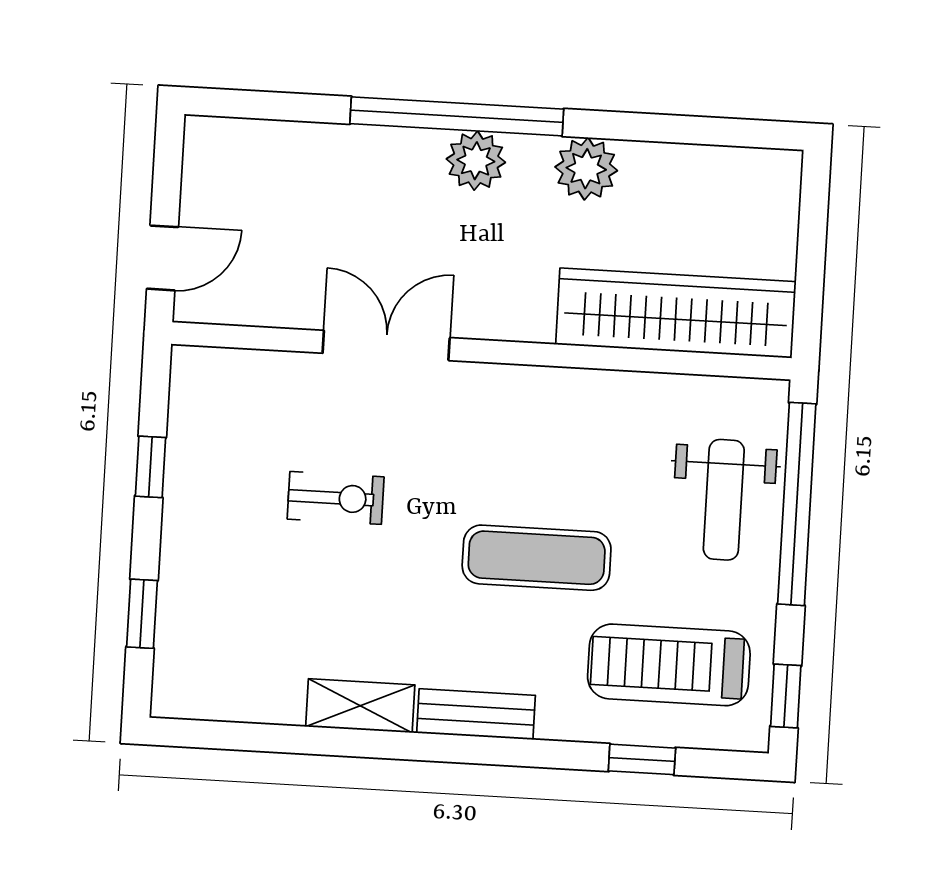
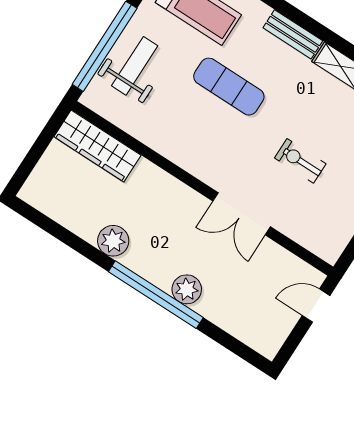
plant: (476, 161) -> (187, 289), moved
wardrobe: (676, 313) -> (97, 146), width x0.71, depth x0.85

